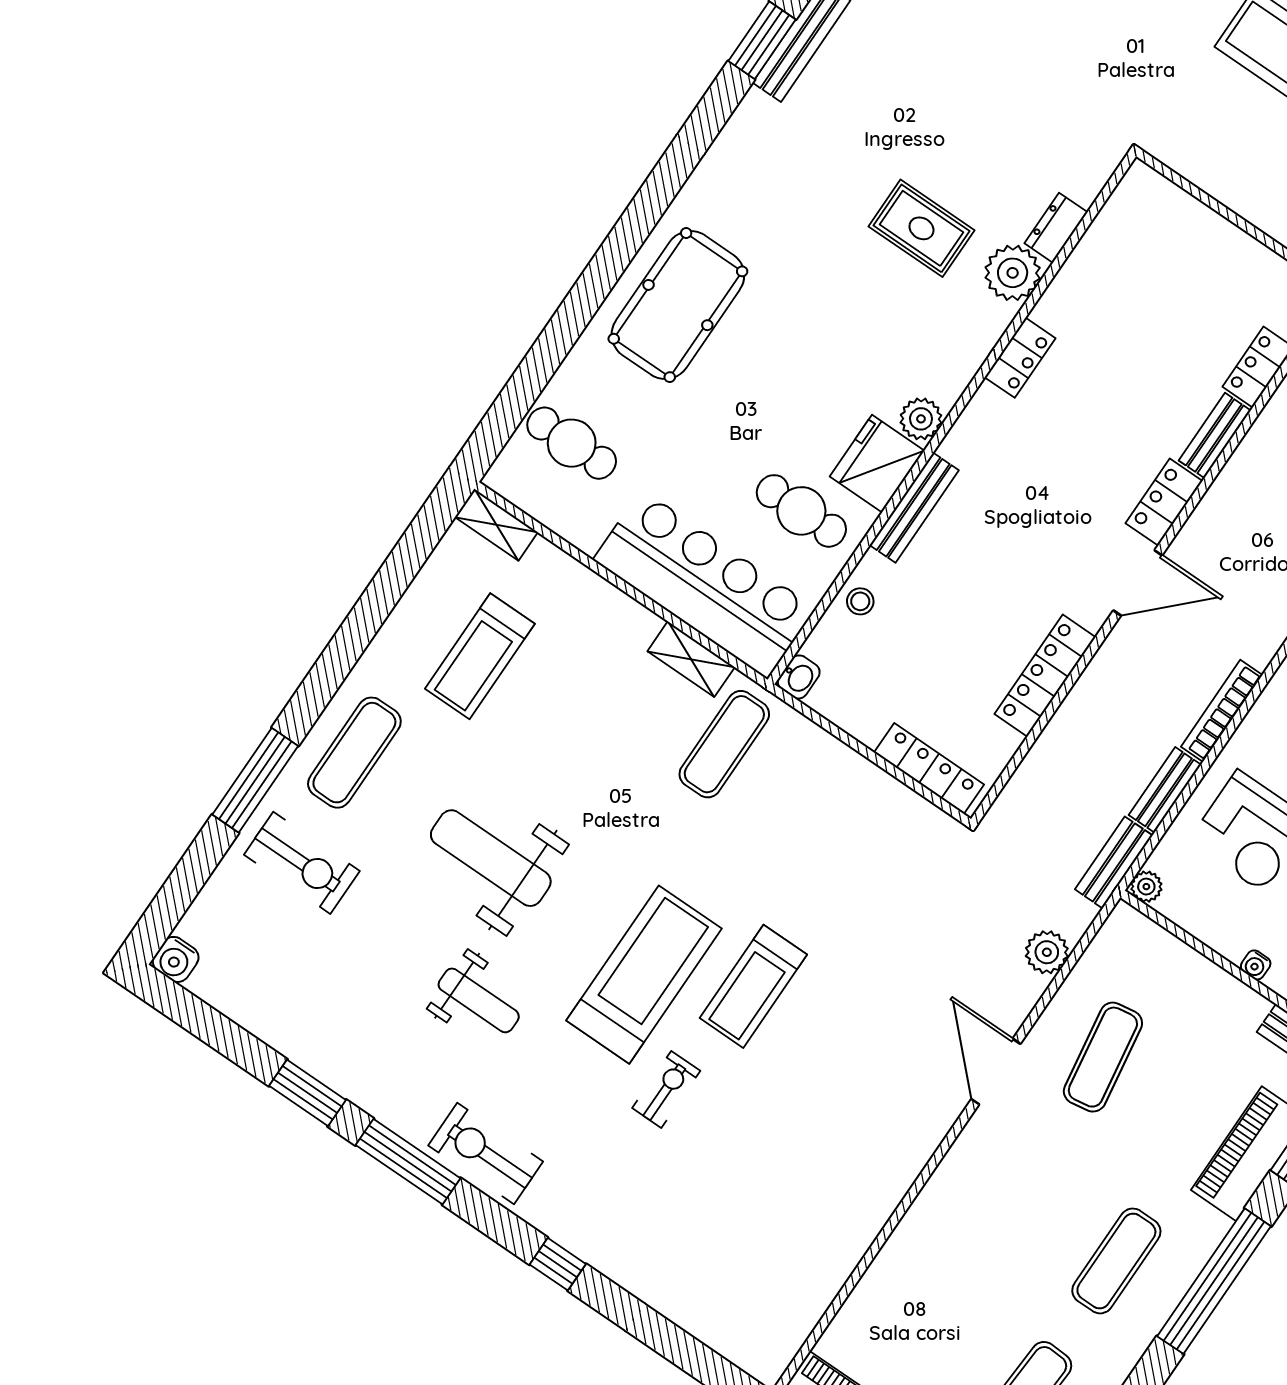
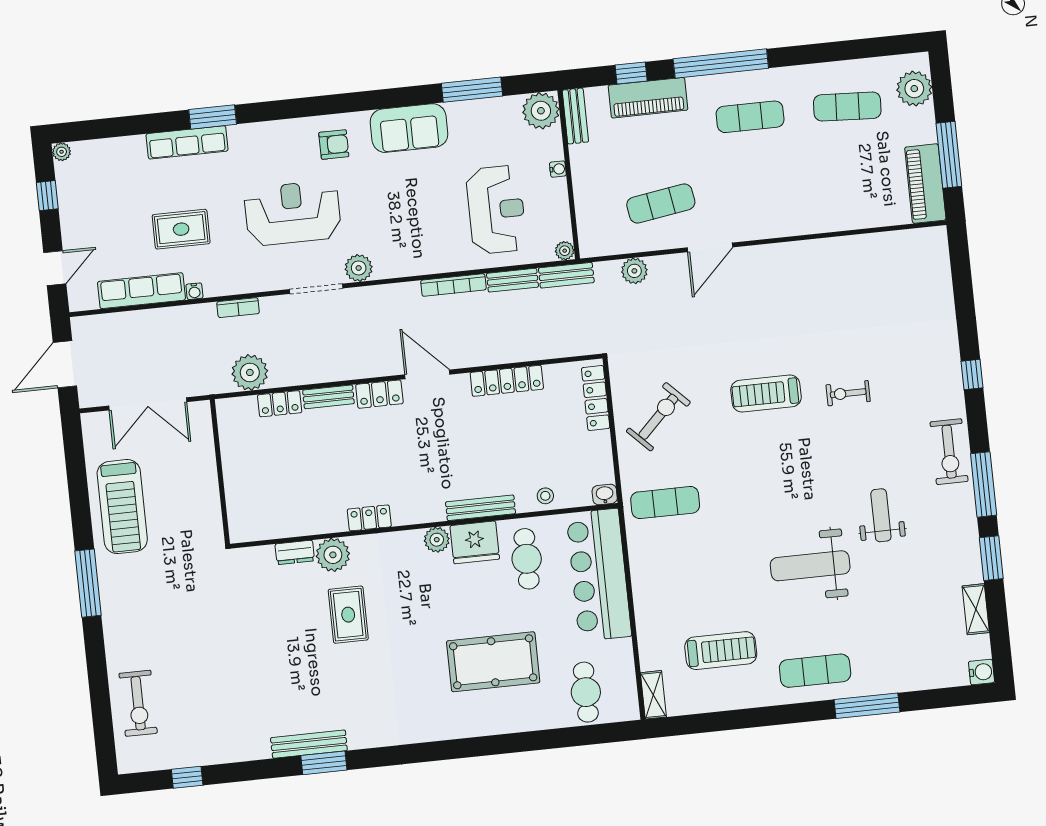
pool table: (678, 305) -> (493, 662), moved
shelving: (691, 659) -> (976, 609), moved
weight bench: (491, 858) -> (810, 566), turned 90
exercise bike: (302, 863) -> (658, 417), moved, turned 45
treadmill: (644, 975) -> (804, 449), removed
treadmill: (753, 986) -> (766, 393), turned 180

